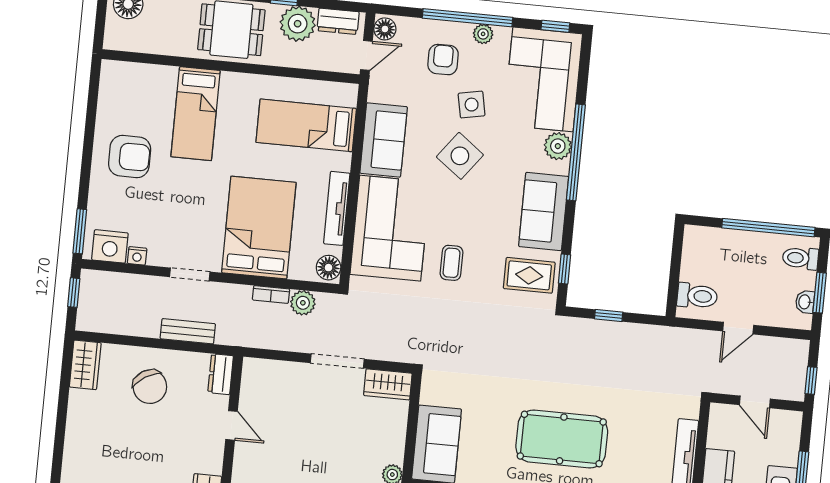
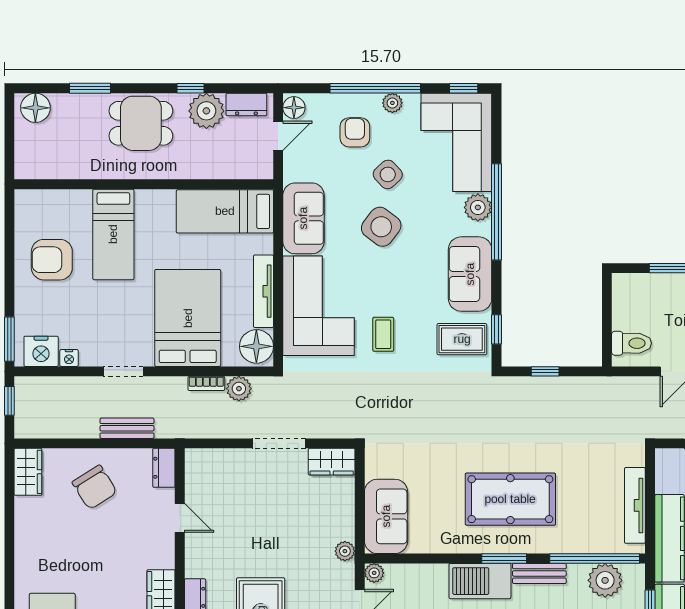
wall: (231, 67) -> (144, 184), moved
side table: (472, 105) -> (388, 174), turned -32
bed: (195, 114) -> (113, 234), moved
armchair: (130, 157) -> (52, 260), turned 180
floor lamp: (329, 268) -> (256, 346), width x1.38, depth x1.38

